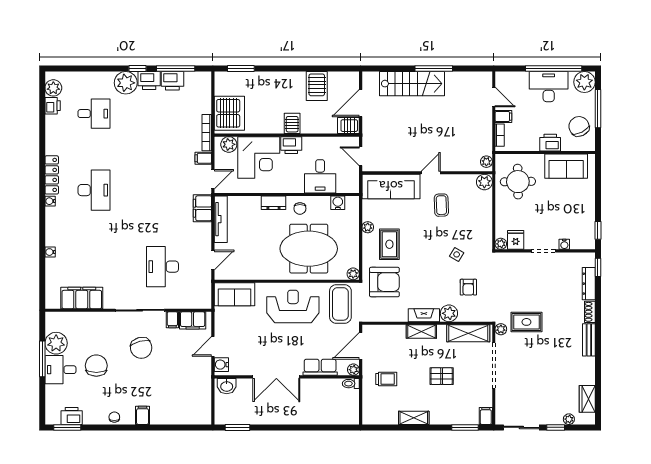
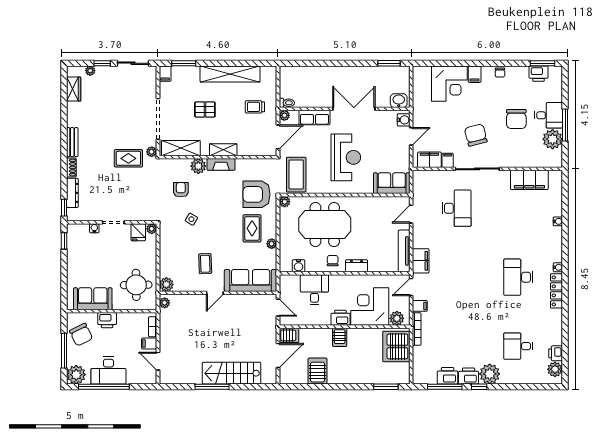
reception desk: (293, 306) -> (346, 157), moved, turned -90
corner desk: (170, 405) -> (449, 84), added
shelving: (414, 418) -> (230, 74), width x2.20, depth x1.33

